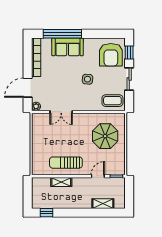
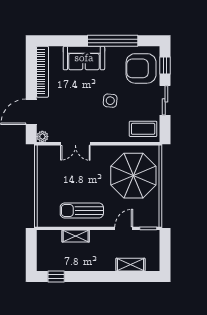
window: (62, 34) -> (113, 41), moved
armchair: (111, 55) -> (141, 68), turned 90
parasol: (105, 136) -> (133, 176), width x1.36, depth x1.36

